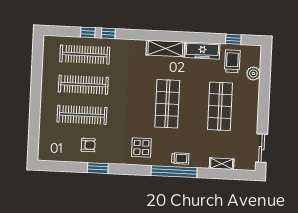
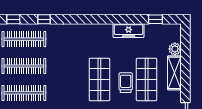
window: (88, 32) -> (13, 19), moved
shelving: (165, 48) -> (174, 73), moved, turned 90
trolley: (232, 61) -> (126, 83), moved

